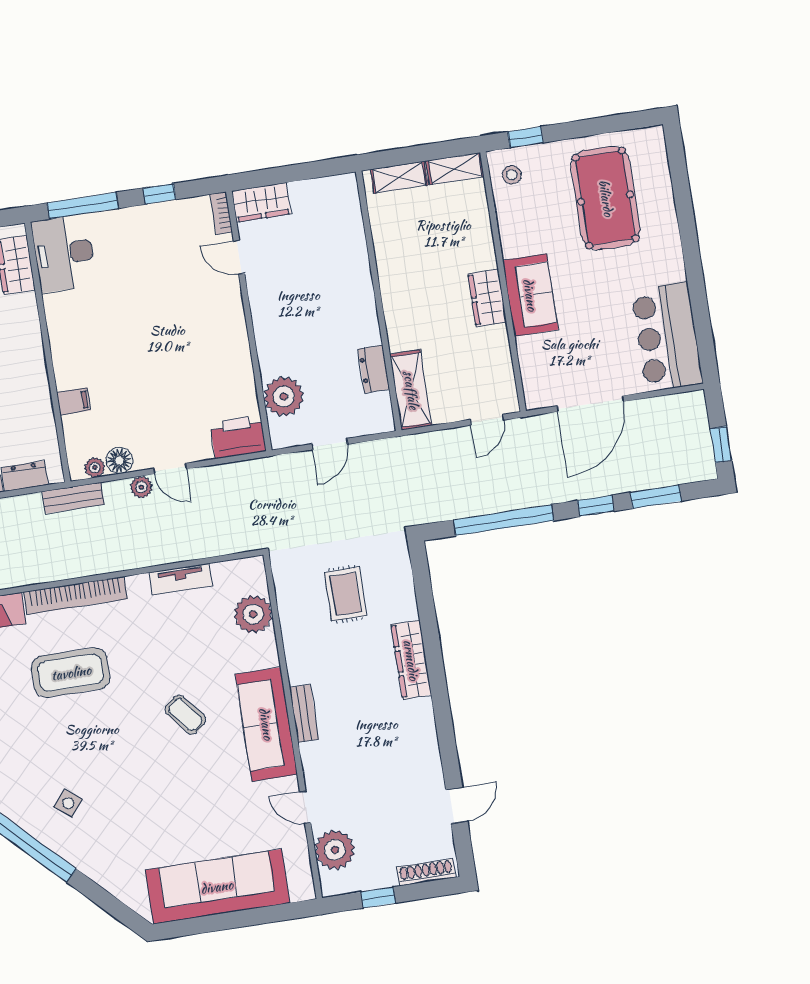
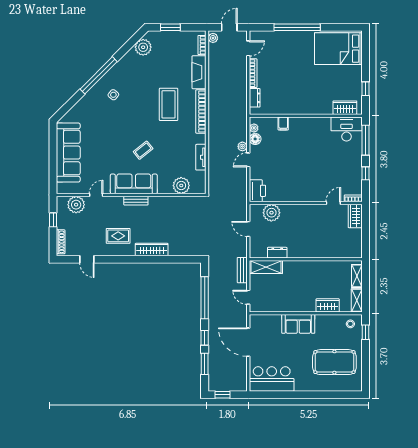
wardrobe: (487, 298) -> (328, 305), moved
bench: (73, 498) -> (242, 270), moved
rug: (346, 594) -> (118, 236), moved

